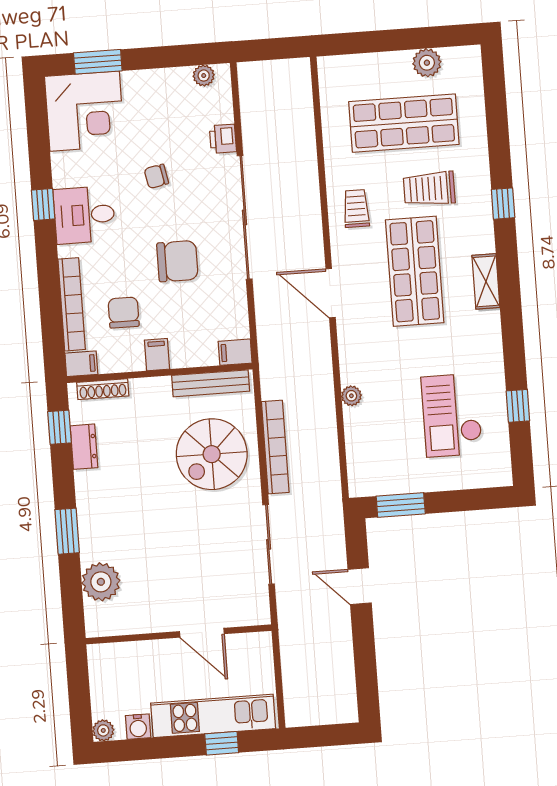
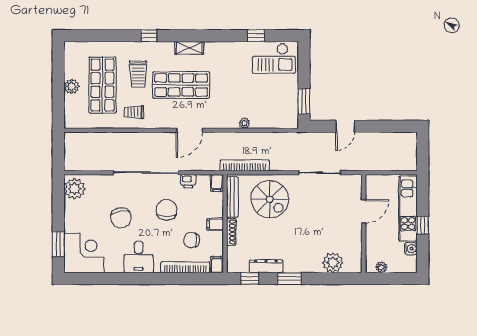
plant: (427, 63) -> (72, 86), moved
plant: (204, 76) -> (75, 189), width x1.87, depth x1.87
printer: (223, 139) -> (188, 181), moved
chair: (156, 176) -> (121, 218), width x1.87, depth x1.87
window: (43, 205) -> (131, 279), removed
trolley: (356, 208) -> (134, 112), moved
shoe rack: (103, 389) -> (231, 232), moved
checkout: (452, 415) -> (274, 58), moved
dresser: (84, 447) -> (266, 266), width x1.44
bookcase: (275, 447) -> (245, 165), moved
window: (67, 531) -> (289, 279), moved
plant: (103, 730) -> (381, 267), moved
window: (222, 743) -> (423, 225), moved

